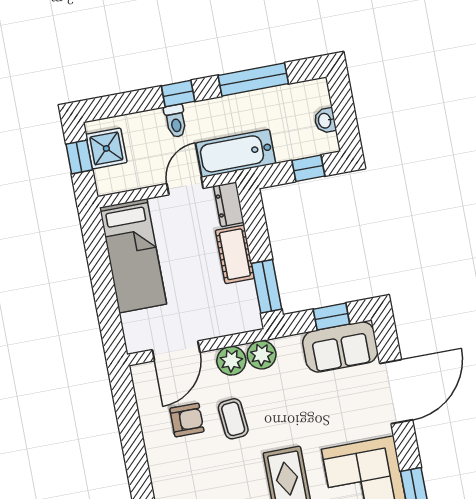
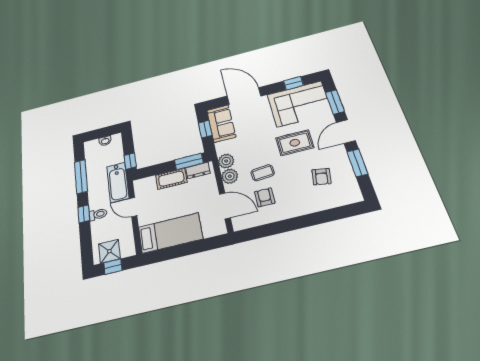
window: (308, 168) -> (130, 161), moved
dresser: (229, 204) -> (198, 170), moved

